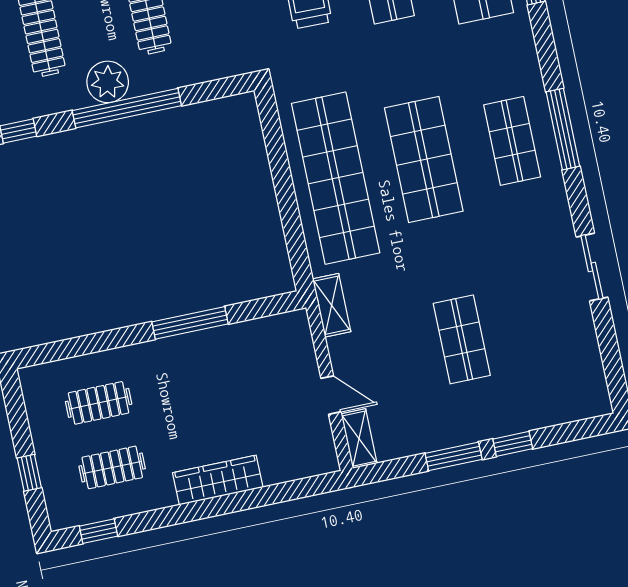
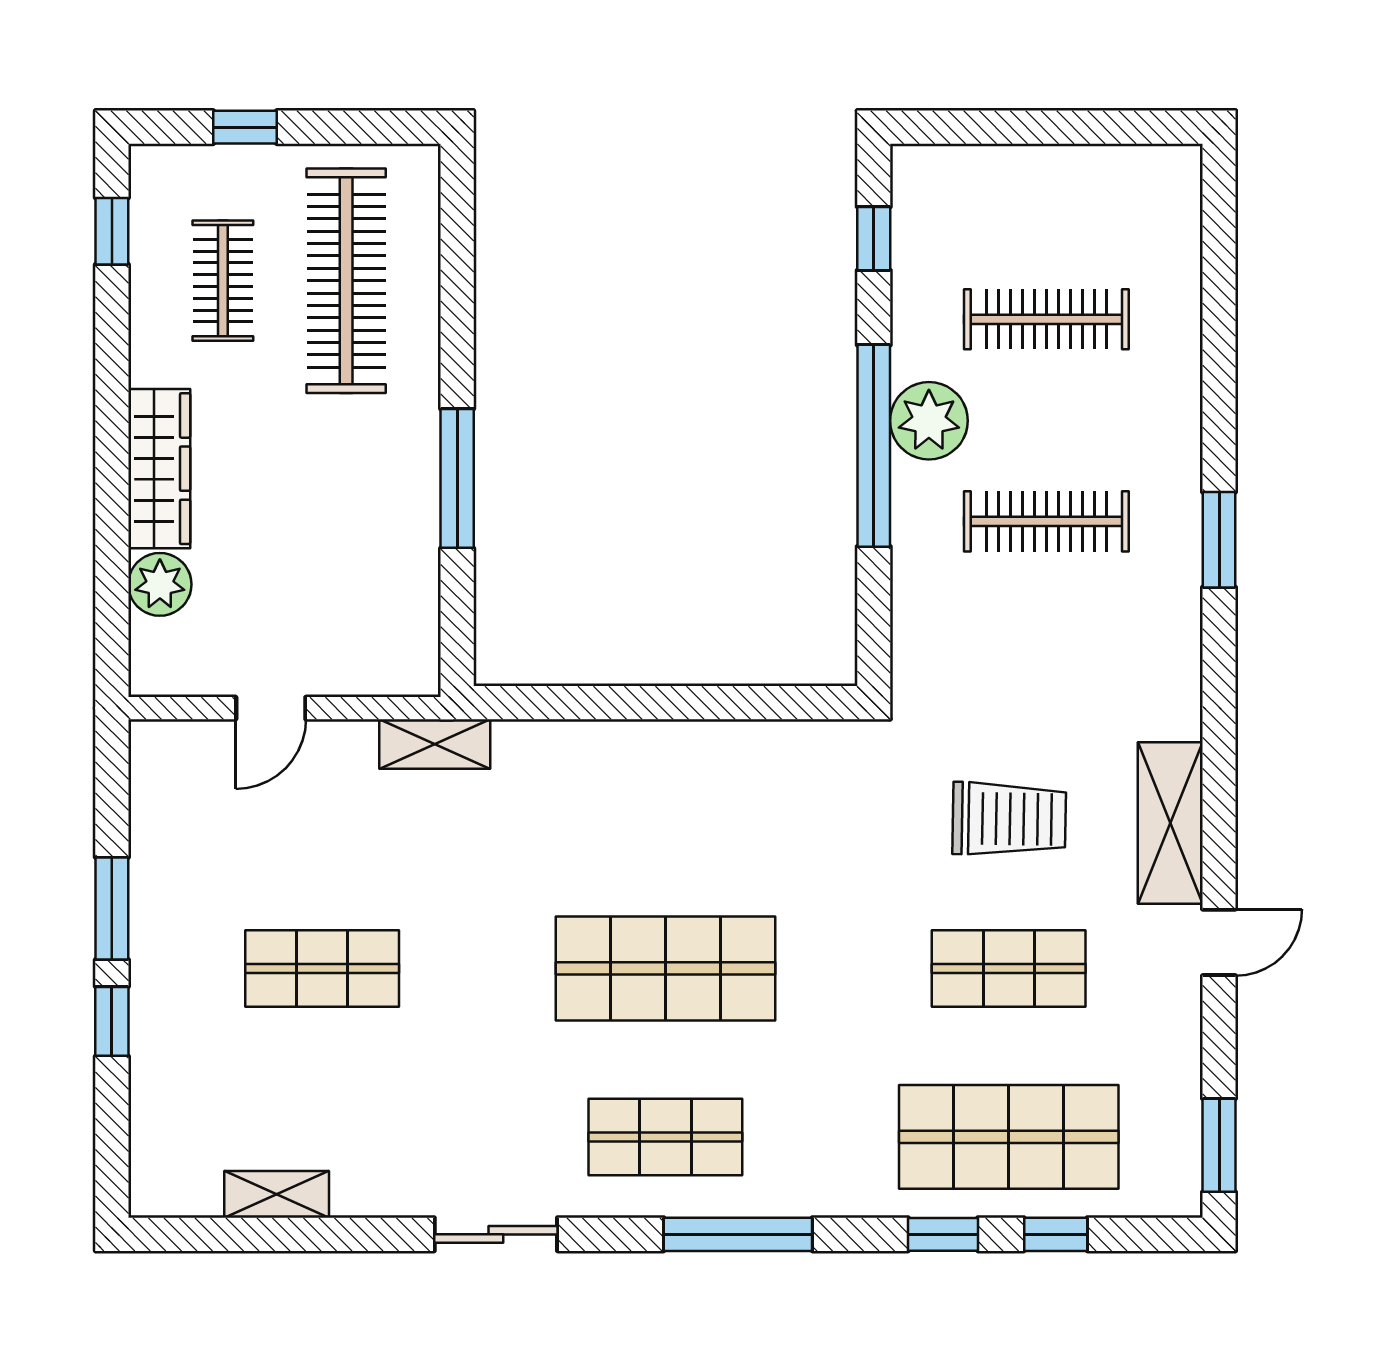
window: (563, 129) -> (738, 1234), moved
shop shelf: (336, 178) -> (665, 800), removed
sliding door: (592, 267) -> (496, 1234), moved
clothes rail: (99, 403) -> (346, 281), width x1.86, depth x1.31
shelving: (359, 439) -> (277, 1194), moved
plant: (278, 467) -> (160, 584), added

